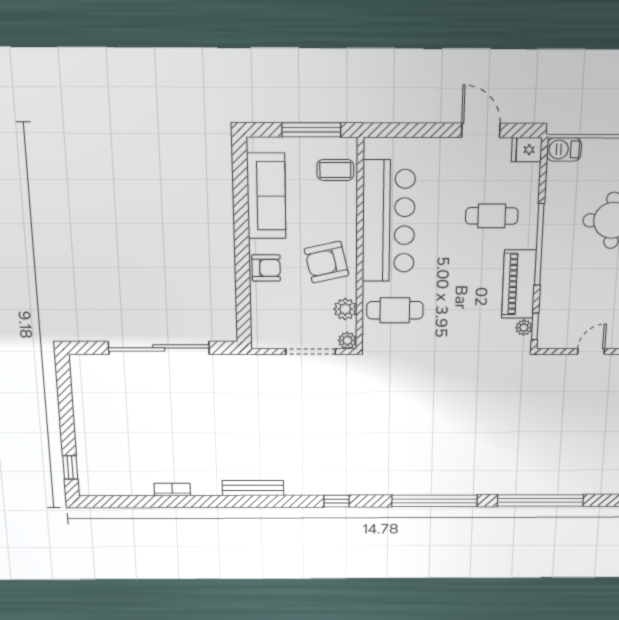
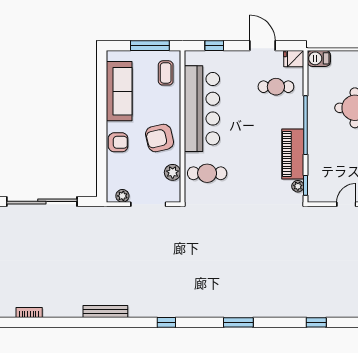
window: (408, 130) -> (214, 46), added
coffee table: (335, 170) -> (166, 73), turned 90
cafe table: (492, 216) -> (276, 87), moved
plant: (347, 340) -> (122, 196), moved
bookcase: (172, 489) -> (29, 312), moved
window: (540, 500) -> (316, 322), width x0.32
window: (434, 501) -> (238, 322), width x0.47

